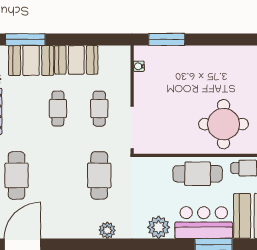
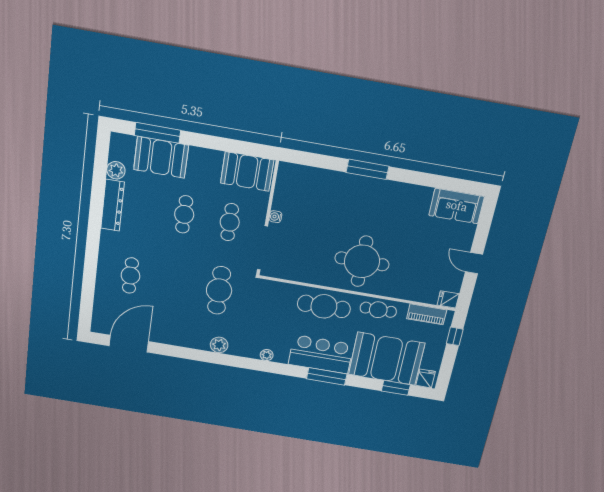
window: (167, 40) -> (367, 169), moved
booth: (76, 60) -> (247, 172), moved
water cooler: (139, 66) -> (275, 217), moved
cafe table: (17, 175) -> (130, 276), width x0.73, depth x0.74
plant: (159, 227) -> (267, 355), width x0.53, depth x0.53

